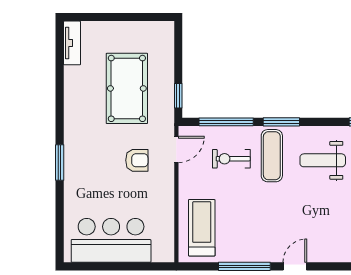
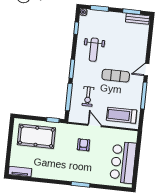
pool table: (127, 88) -> (36, 136), moved
door: (176, 149) -> (95, 126), moved
exercise mat: (272, 156) -> (116, 76), moved
door: (295, 266) -> (146, 70), hinge flipped

